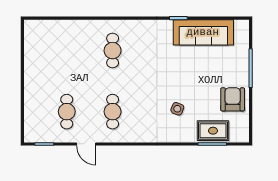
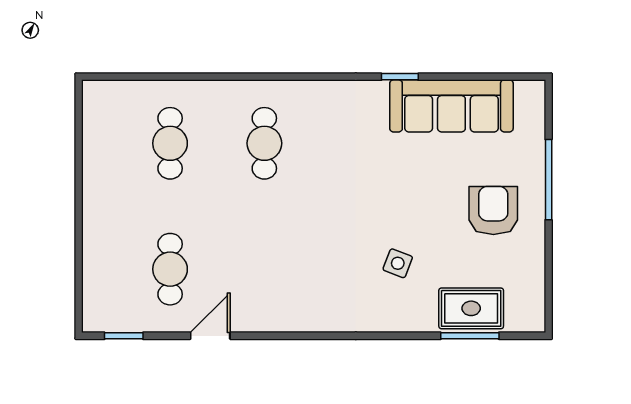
armchair: (233, 99) -> (493, 210), moved
cafe table: (113, 112) -> (170, 143), moved
door: (86, 144) -> (210, 336), swing flipped

